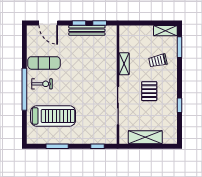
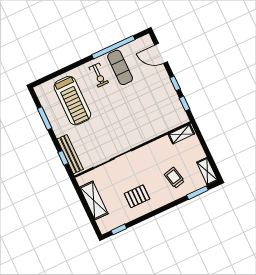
door: (48, 23) -> (161, 53), hinge flipped
bench: (87, 30) -> (70, 154), moved
shelving: (124, 64) -> (181, 134), moved
window: (24, 89) -> (113, 47), moved
pallet: (149, 91) -> (137, 196), moved
window: (180, 105) -> (119, 229), moved

